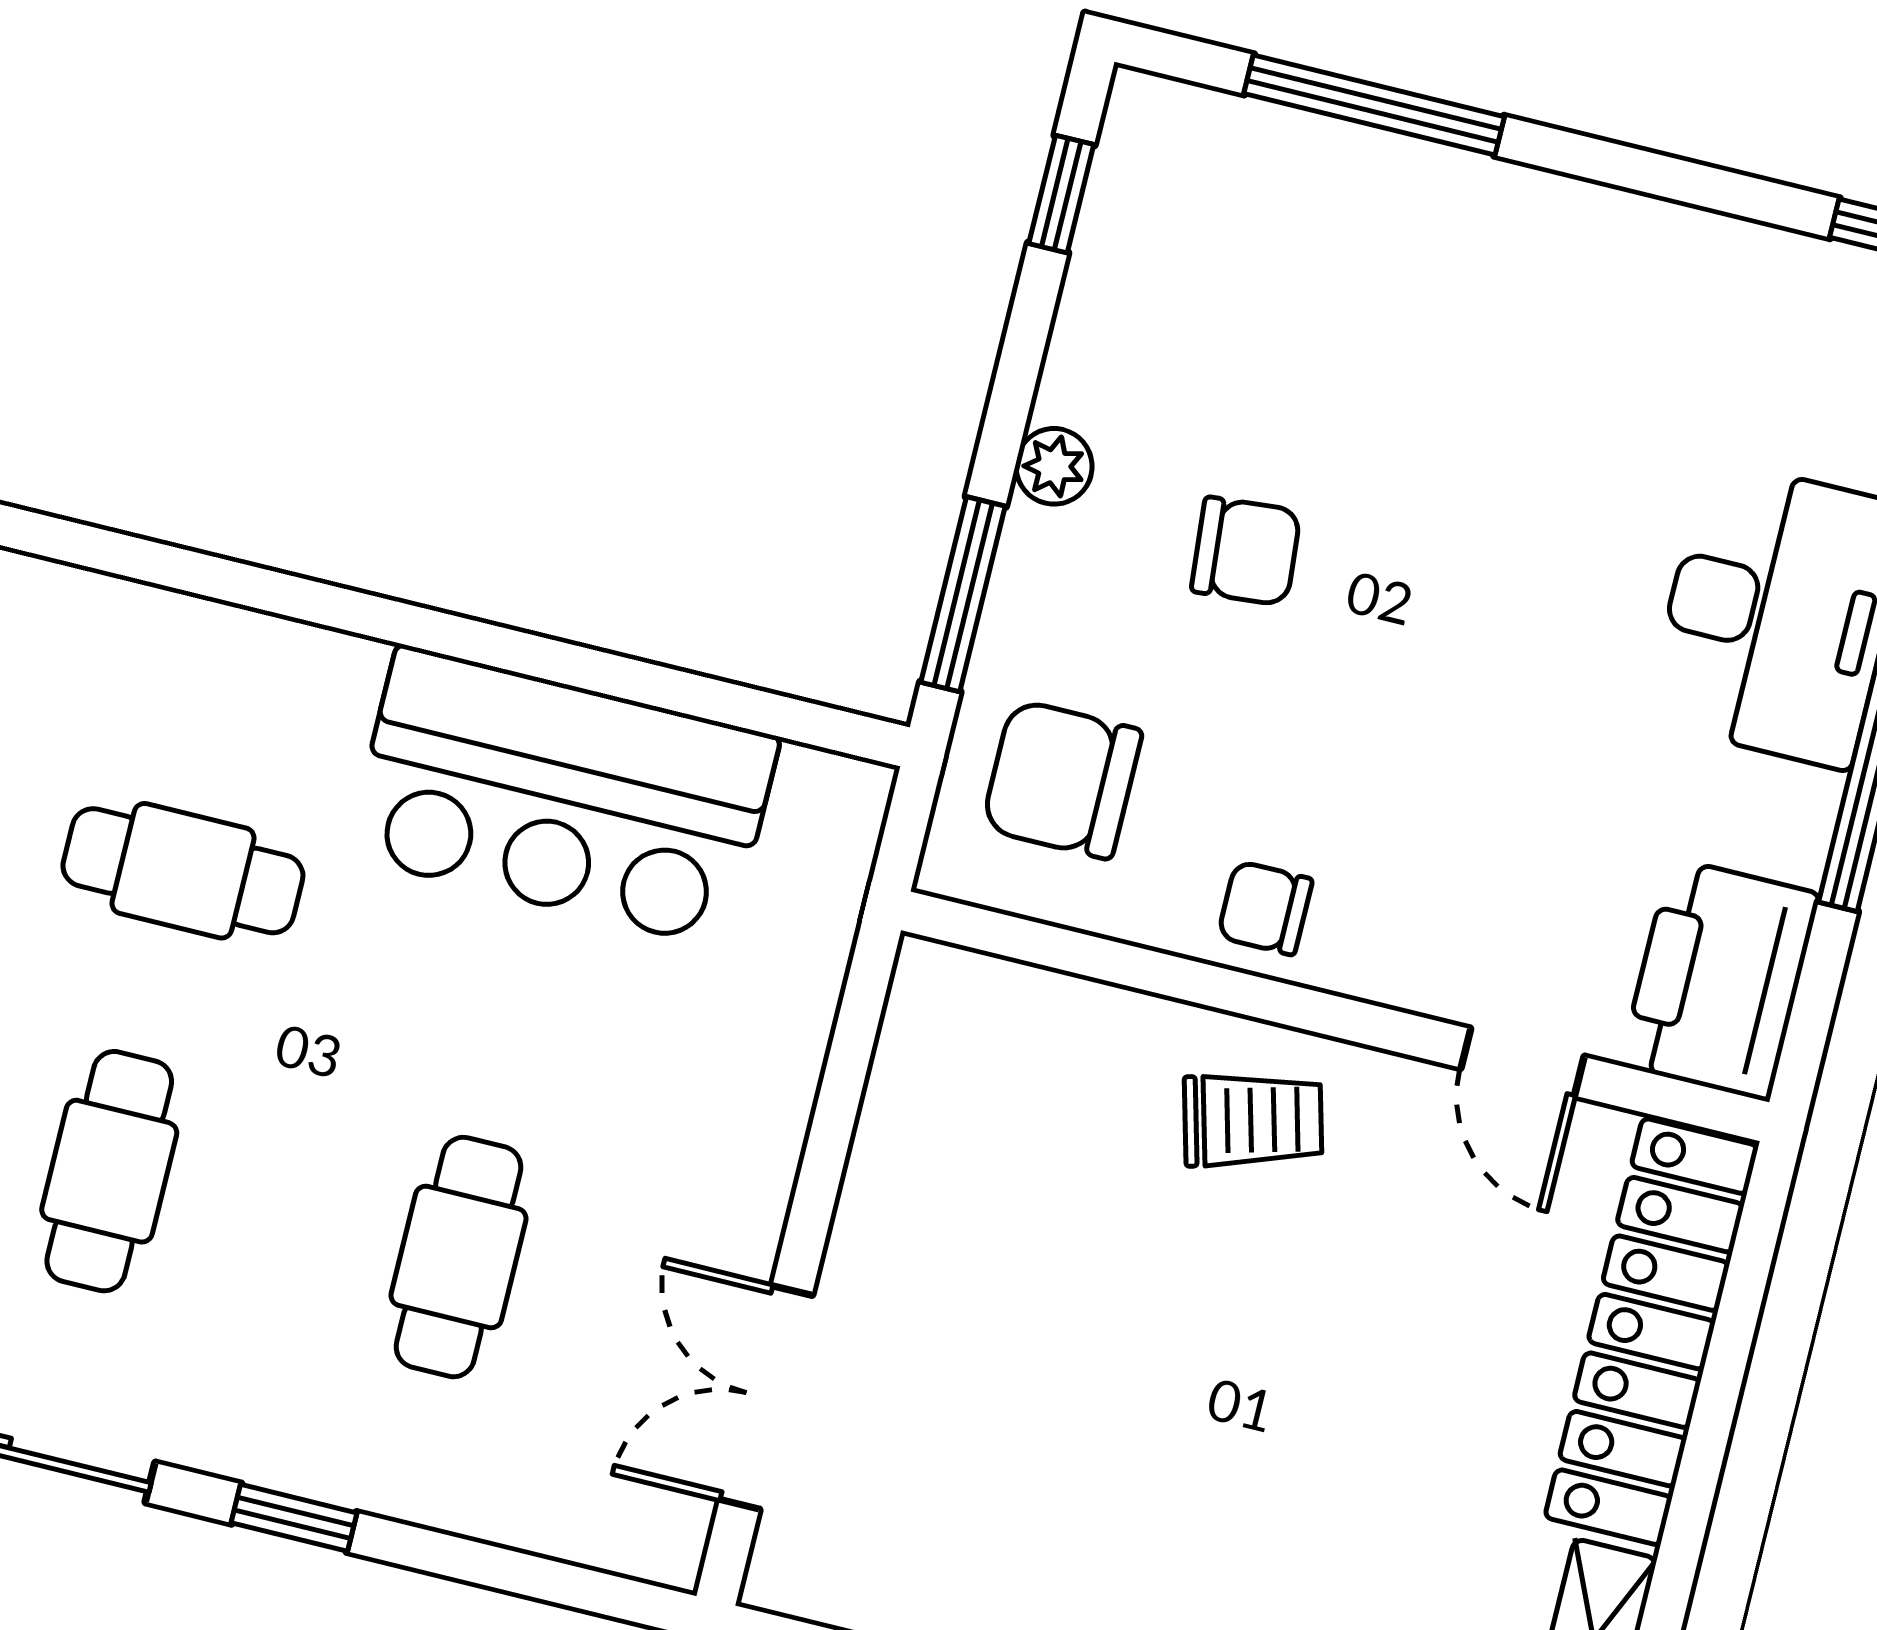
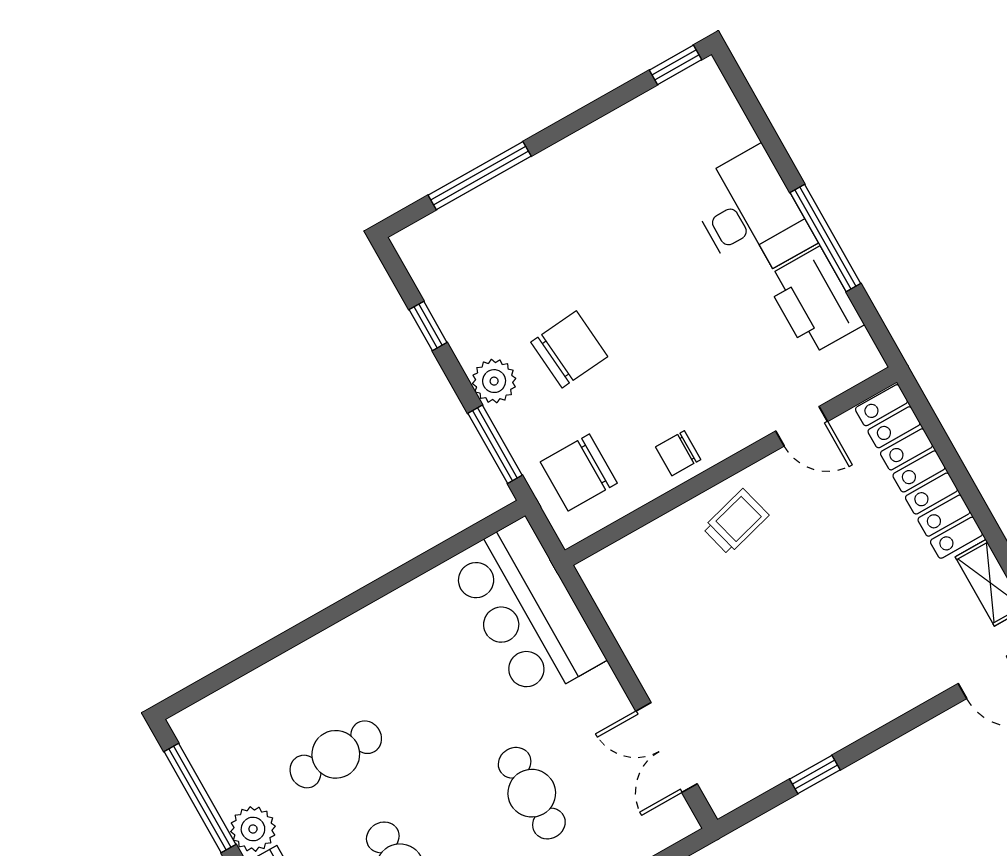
window: (1061, 194) -> (428, 326), moved
plant: (1054, 466) -> (494, 381), width x1.38, depth x1.38
chair: (1246, 551) -> (569, 349), width x1.37, depth x1.37
bar counter: (563, 797) -> (526, 610), moved, turned 90
printer: (1720, 980) -> (814, 301), moved

